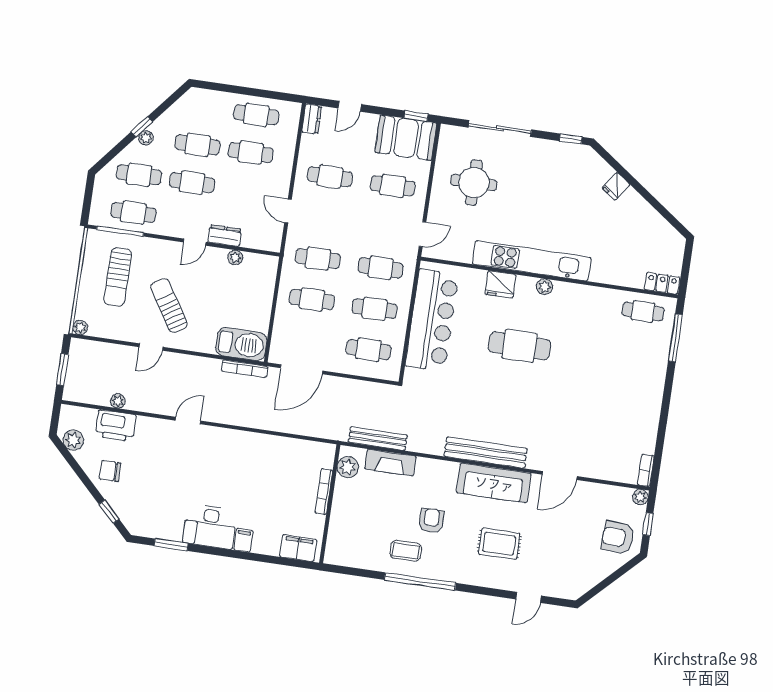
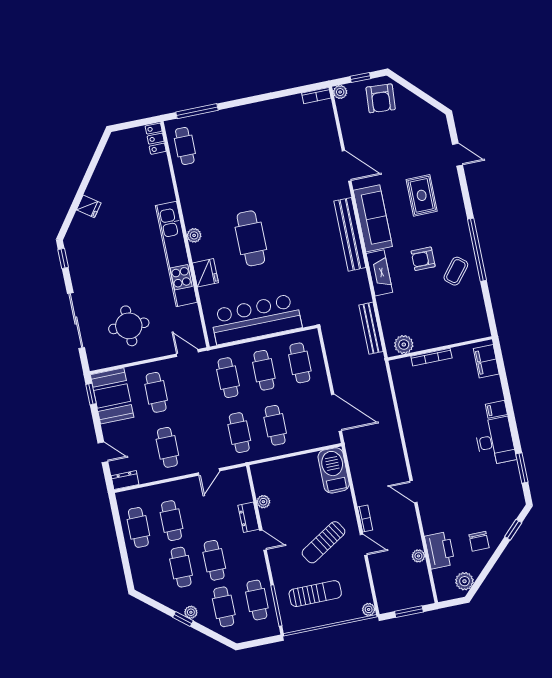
bookcase: (245, 369) -> (365, 519), moved, width x0.64
fireplace: (390, 463) -> (379, 273), moved
coffee table: (406, 551) -> (456, 271), turned 39

